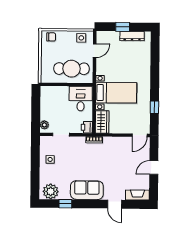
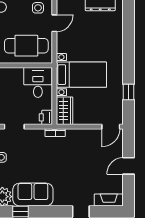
sofa: (87, 190) -> (33, 195), moved

